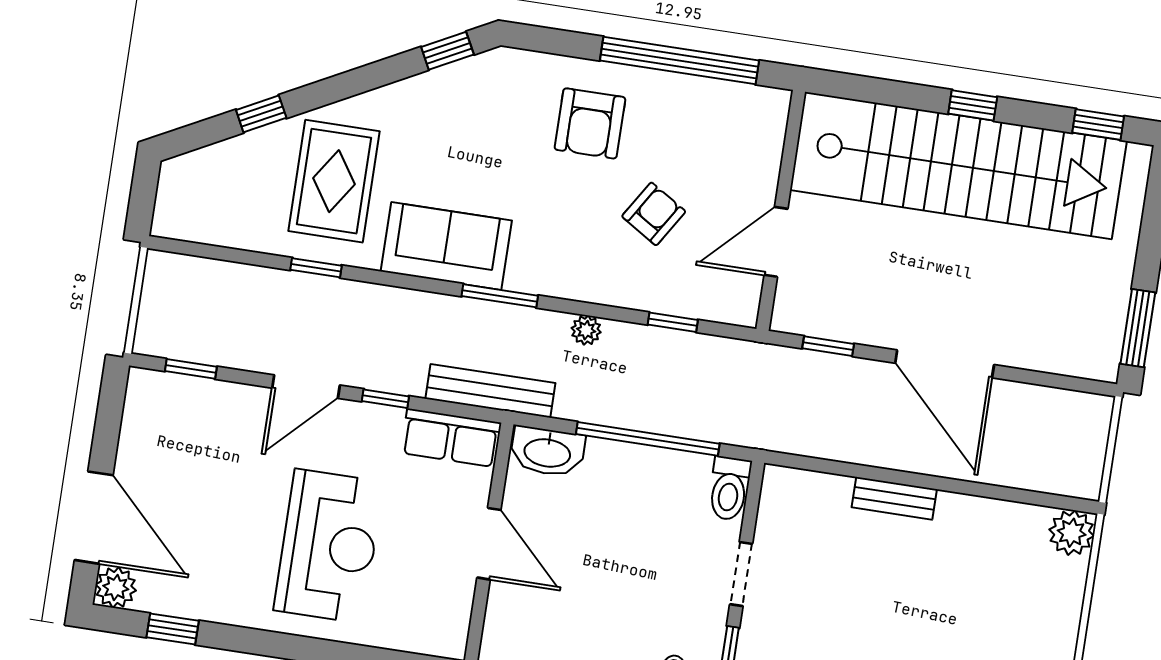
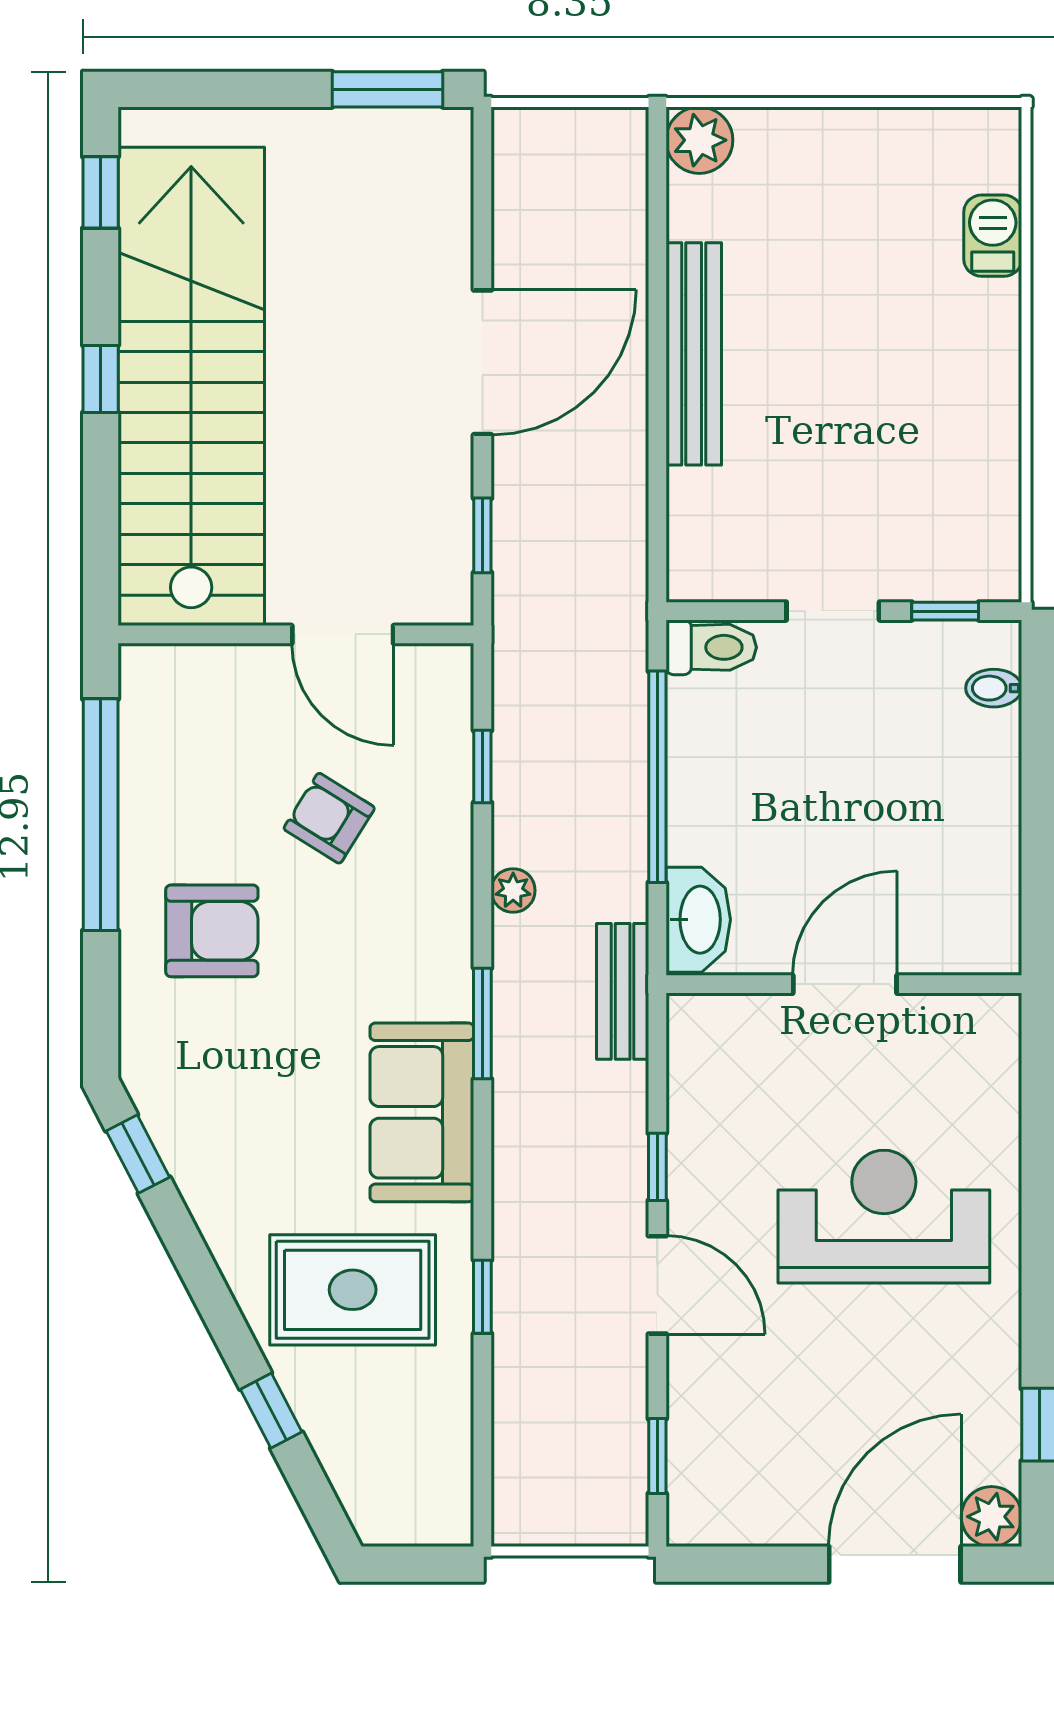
bench: (490, 391) -> (623, 991), width x0.73
row of seats: (451, 438) -> (699, 1063), removed
bench: (894, 498) -> (694, 354), width x1.86, depth x1.21

